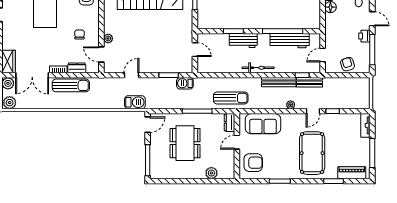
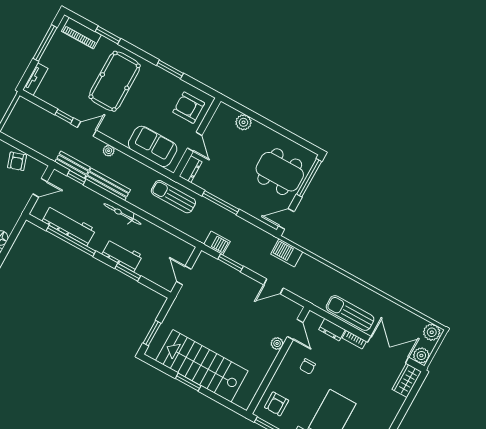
door: (237, 142) -> (195, 142), hinge flipped
dining table: (185, 143) -> (280, 172), moved, turned 90

